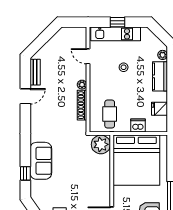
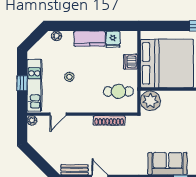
kitchen counter: (160, 76) -> (90, 39), moved
plant: (82, 85) -> (32, 120), moved

